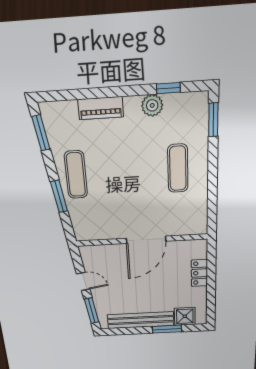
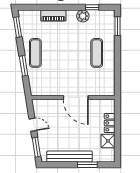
door: (146, 240) -> (76, 98), hinge flipped
shower: (185, 316) -> (108, 141), moved

